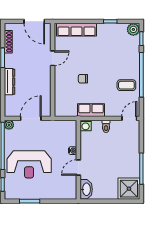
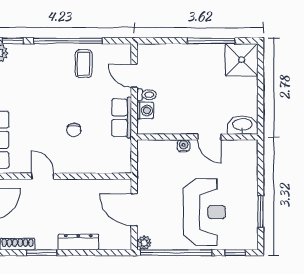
door: (129, 118) -> (134, 76), moved
washing machine: (86, 125) -> (145, 110), moved

